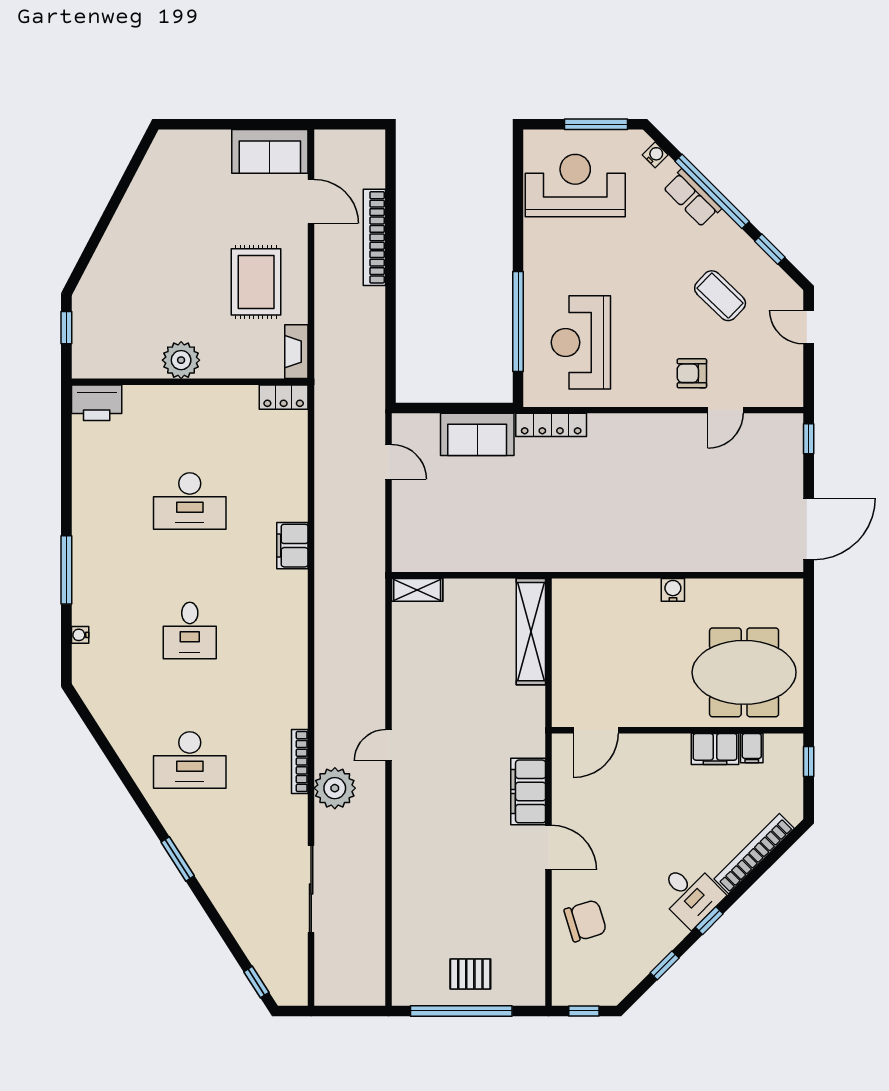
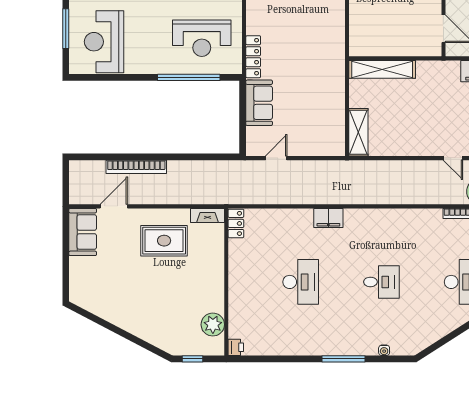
plant: (181, 360) -> (213, 325), moved
printer: (97, 403) -> (236, 347), width x0.53, depth x0.68
shelving: (417, 590) -> (358, 132), width x1.50, depth x1.33

